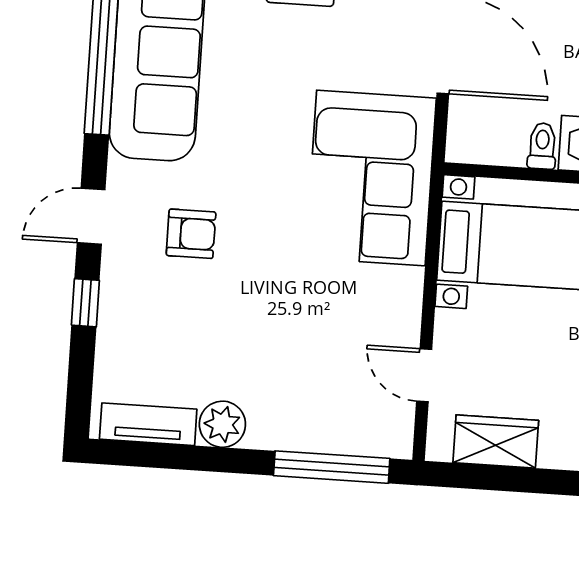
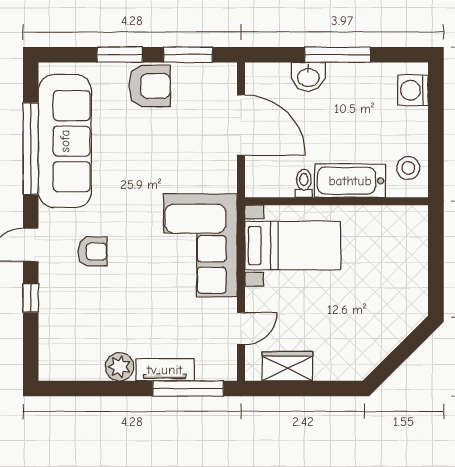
corner sofa: (371, 178) -> (200, 245), moved
door: (424, 375) -> (241, 329), swing flipped
tv unit: (148, 424) -> (165, 370), moved

